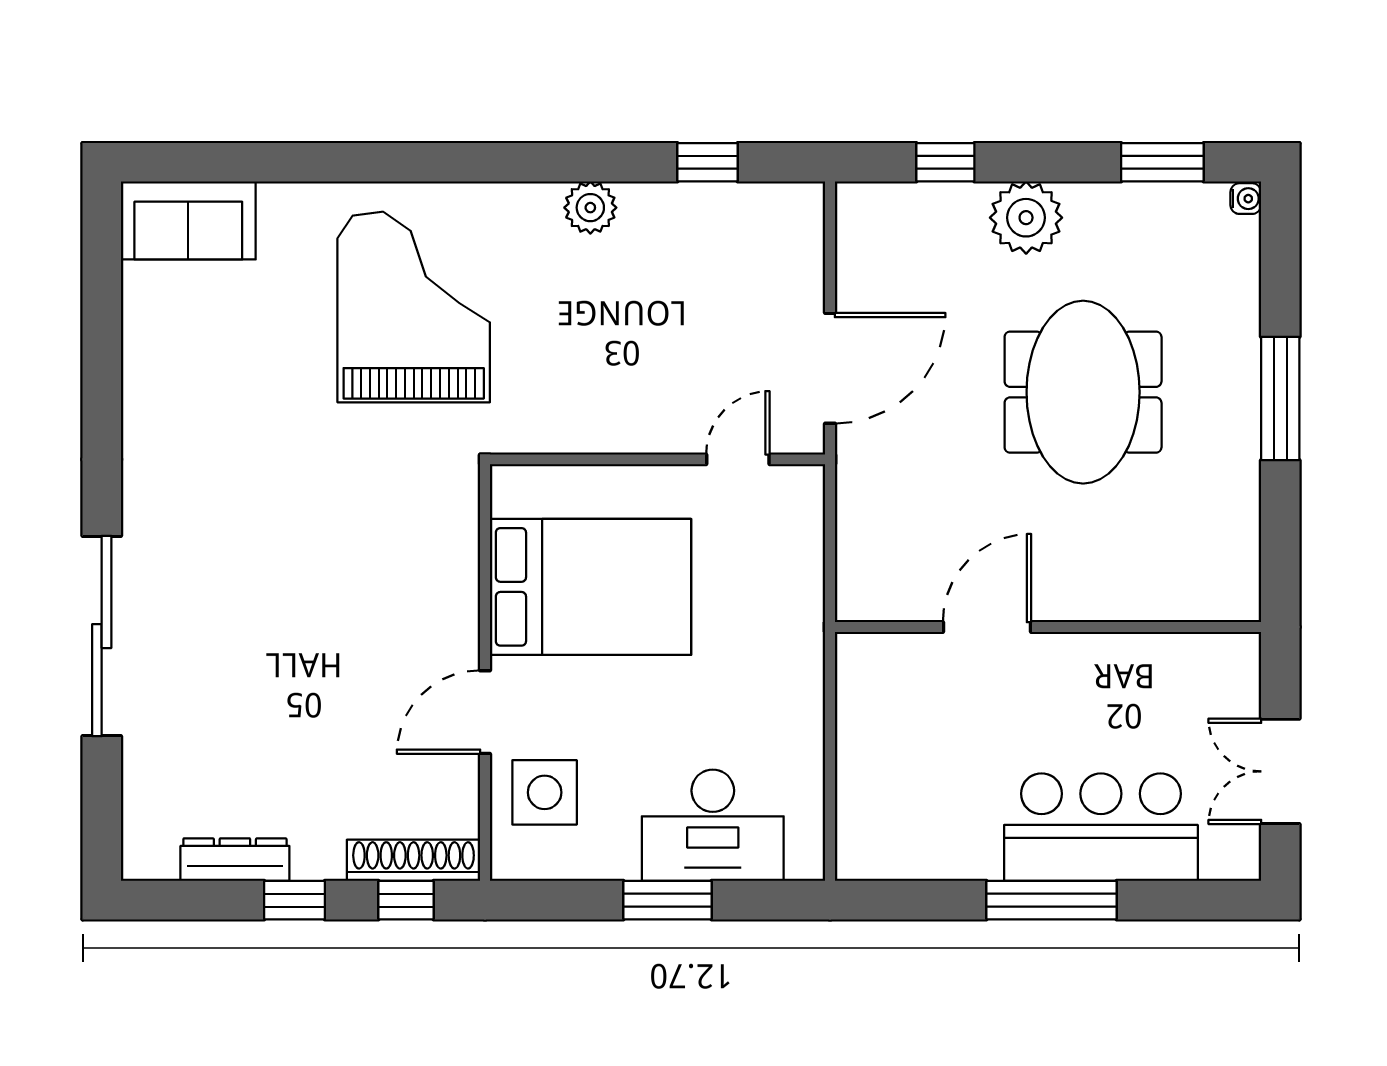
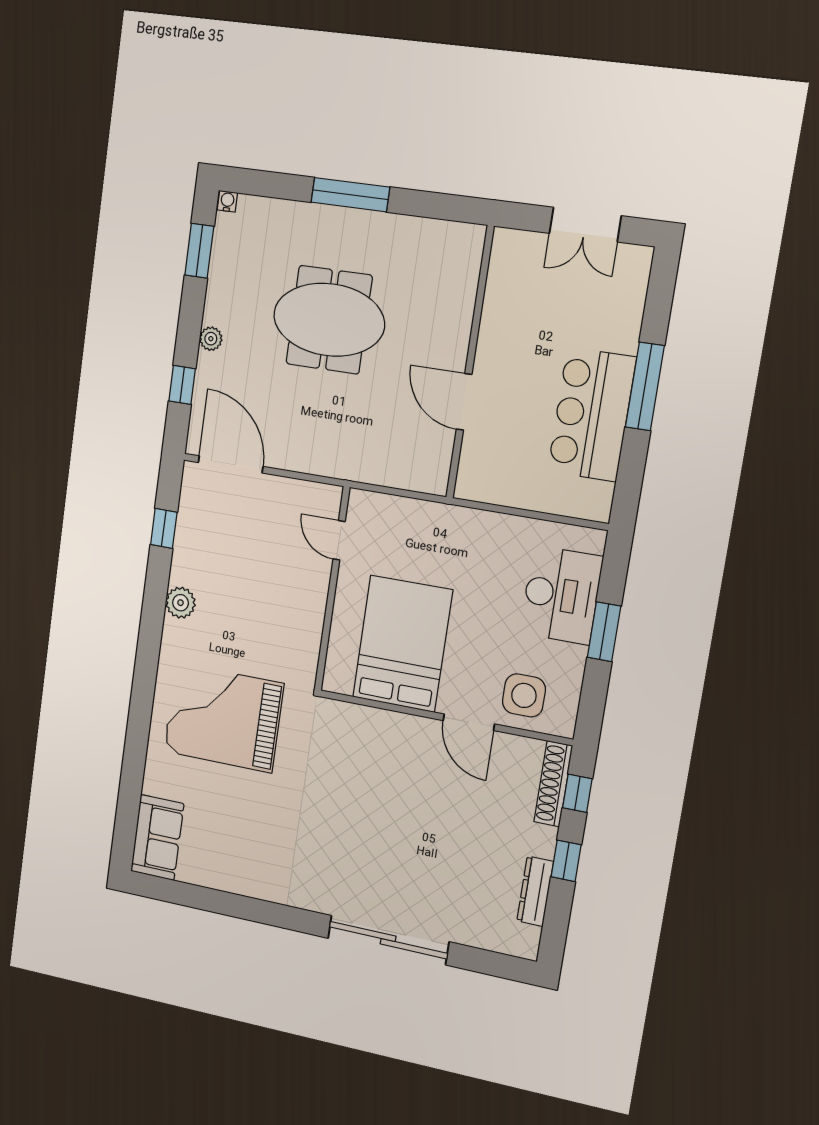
plant: (1026, 218) -> (211, 339), width x0.53, depth x0.53
door: (830, 368) -> (231, 464), moved
bar counter: (1101, 827) -> (592, 415), moved

